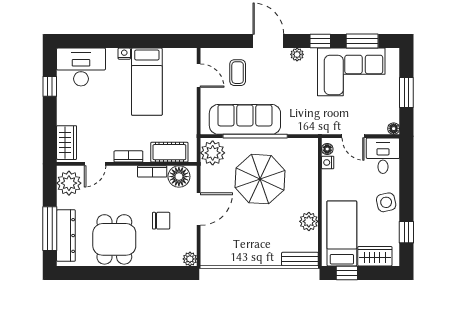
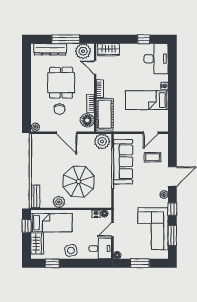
cot: (169, 152) -> (105, 114), width x1.37, depth x1.34
parasol: (260, 179) -> (79, 182), moved
window: (50, 229) -> (66, 39), moved
dining table: (114, 239) -> (61, 83), moved, turned 90

